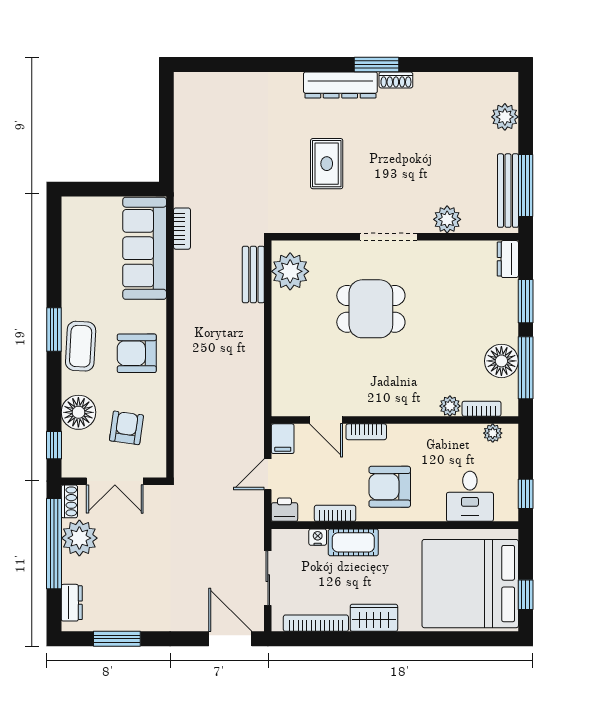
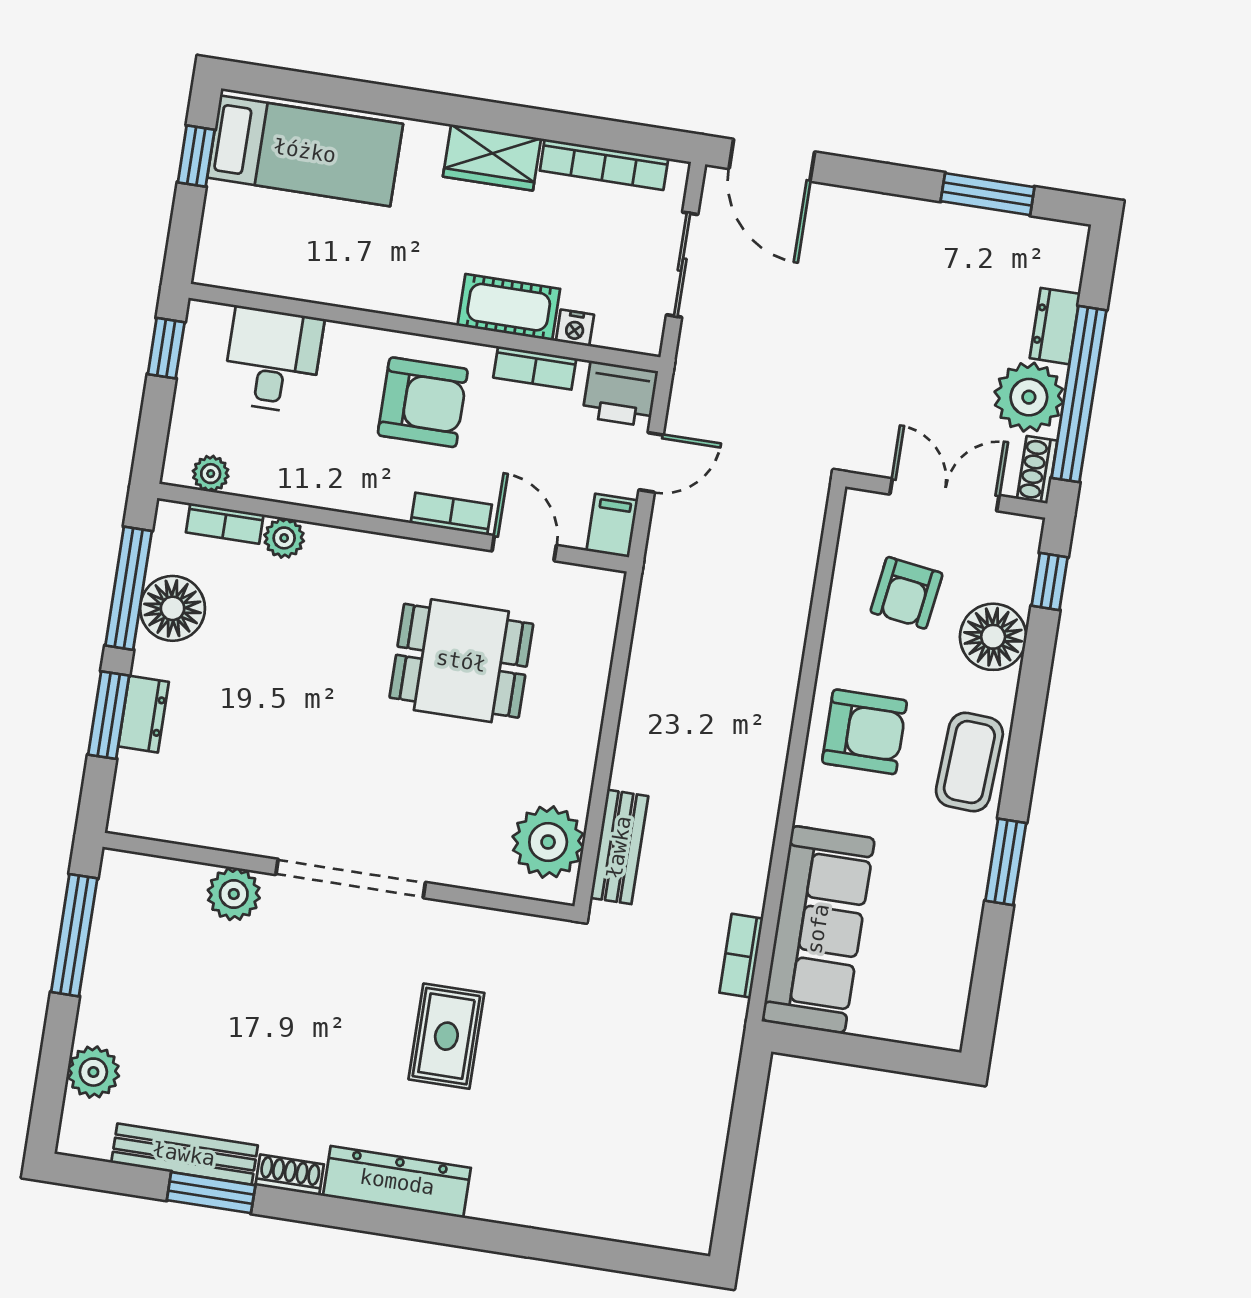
window: (377, 65) -> (211, 1193), moved
bench: (508, 191) -> (184, 1154), moved, turned 90
doorway: (388, 237) -> (351, 878), width x1.36
dresser: (508, 259) -> (144, 714), moved
dining table: (371, 309) -> (461, 661), moved
window: (54, 330) -> (1006, 862), moved
printer: (284, 510) -> (620, 394), width x1.36, depth x1.24
bed: (470, 584) -> (305, 151), width x0.49
dresser: (72, 603) -> (1055, 326), moved

